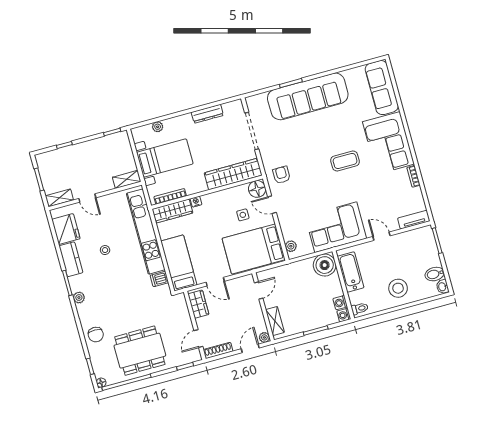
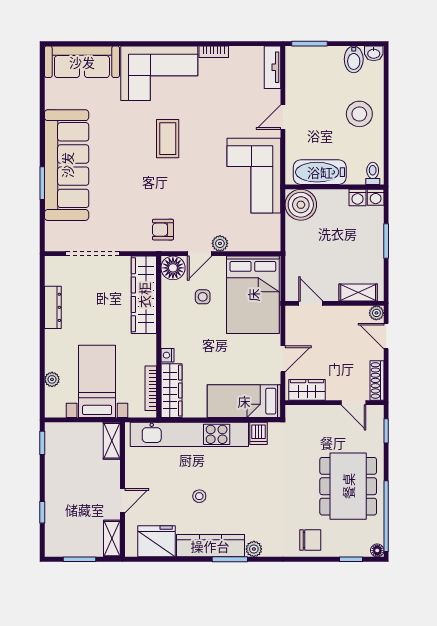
plant: (291, 246) -> (220, 243), moved
kitchen counter: (71, 259) -> (210, 546), width x1.50

